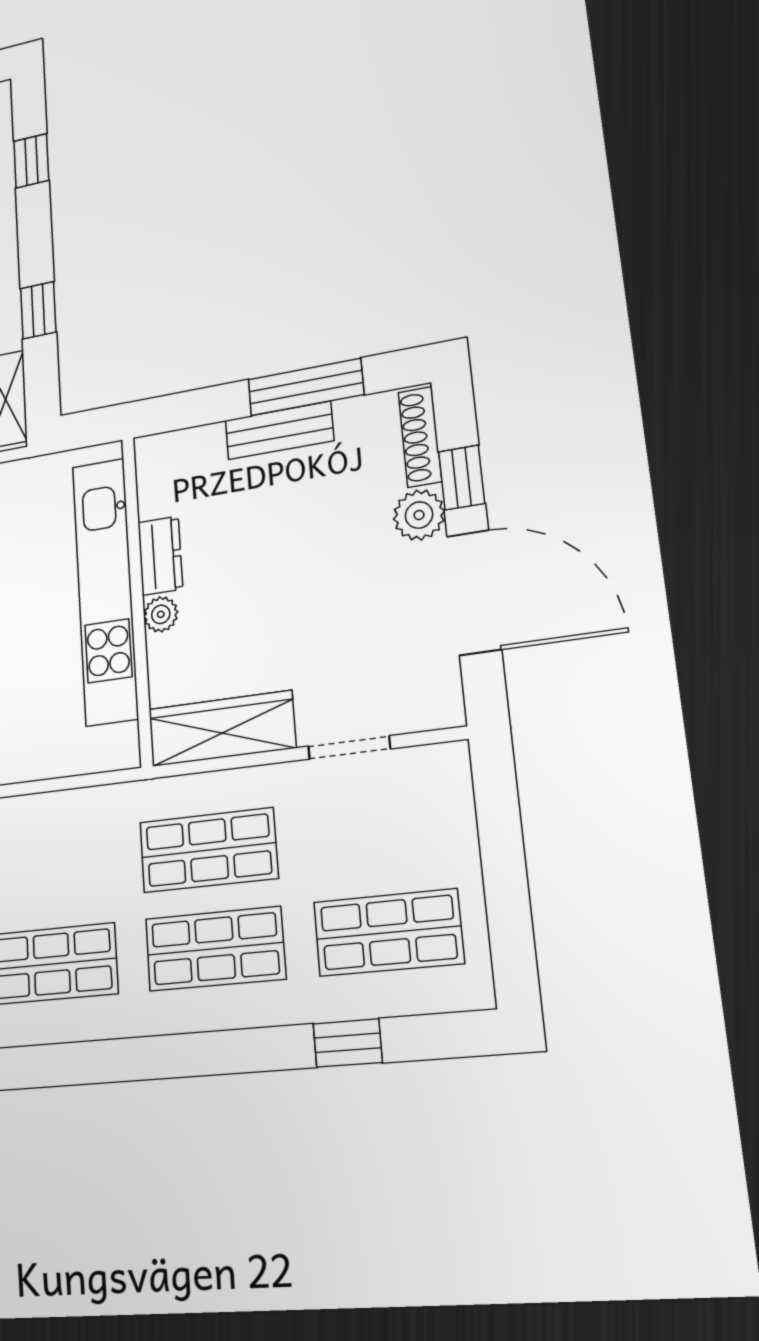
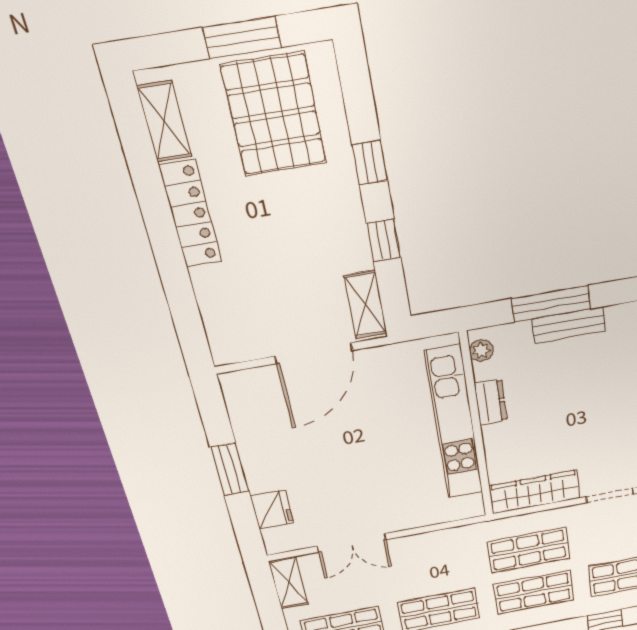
window: (31, 161) -> (370, 163), moved
window: (306, 387) -> (551, 304), moved
plant: (161, 614) -> (481, 351), moved

